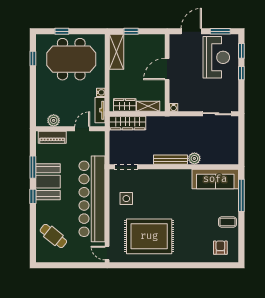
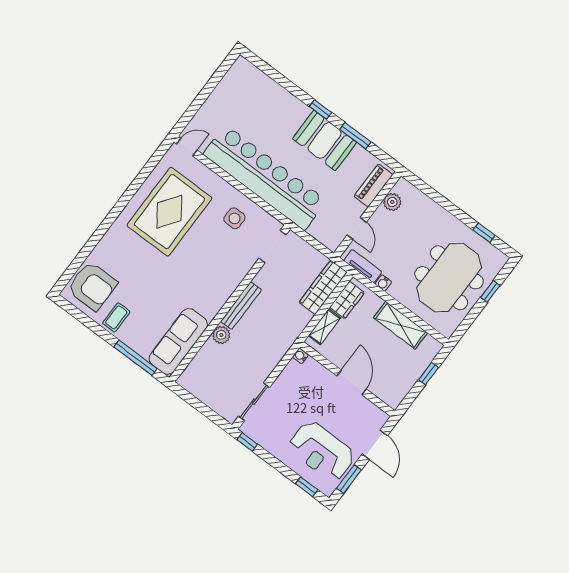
shelving: (117, 52) -> (401, 325), moved
window: (241, 73) -> (247, 442), moved
cafe table: (53, 236) -> (255, 98), removed
armchair: (220, 248) -> (92, 286), width x1.88, depth x1.88

